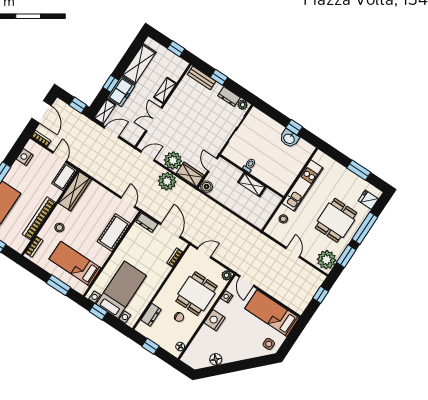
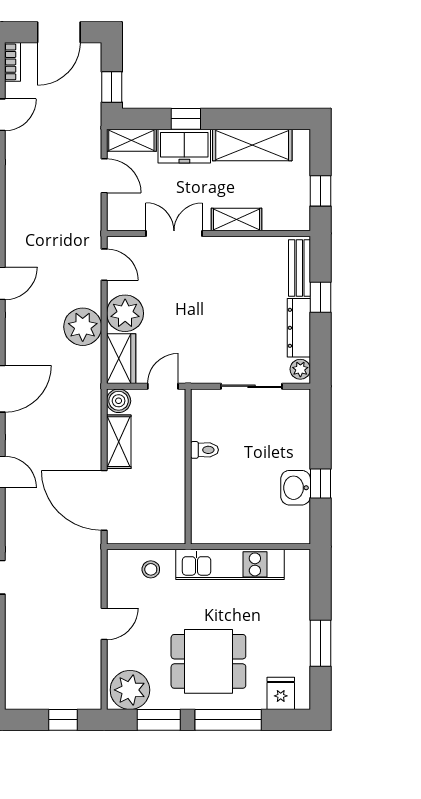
dresser: (229, 97) -> (299, 328), width x1.44
shelving: (252, 185) -> (119, 442), moved
door: (243, 219) -> (104, 500), added

